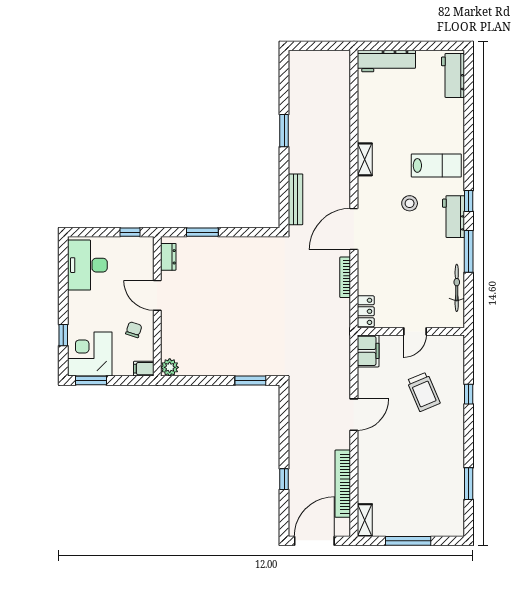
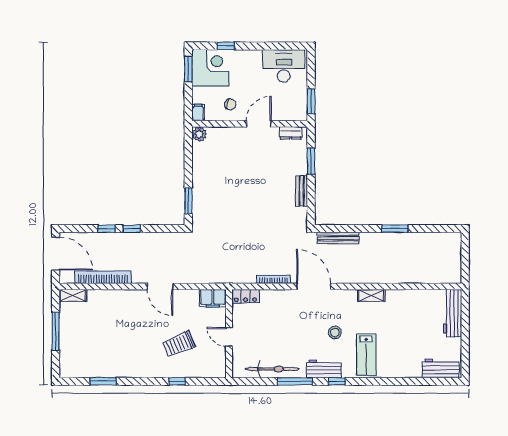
window: (130, 232) -> (311, 101), width x1.50
bench: (238, 244) -> (302, 191), added
bicycle: (457, 288) -> (272, 369), width x1.37, depth x1.40
window: (284, 449) -> (132, 229), added

